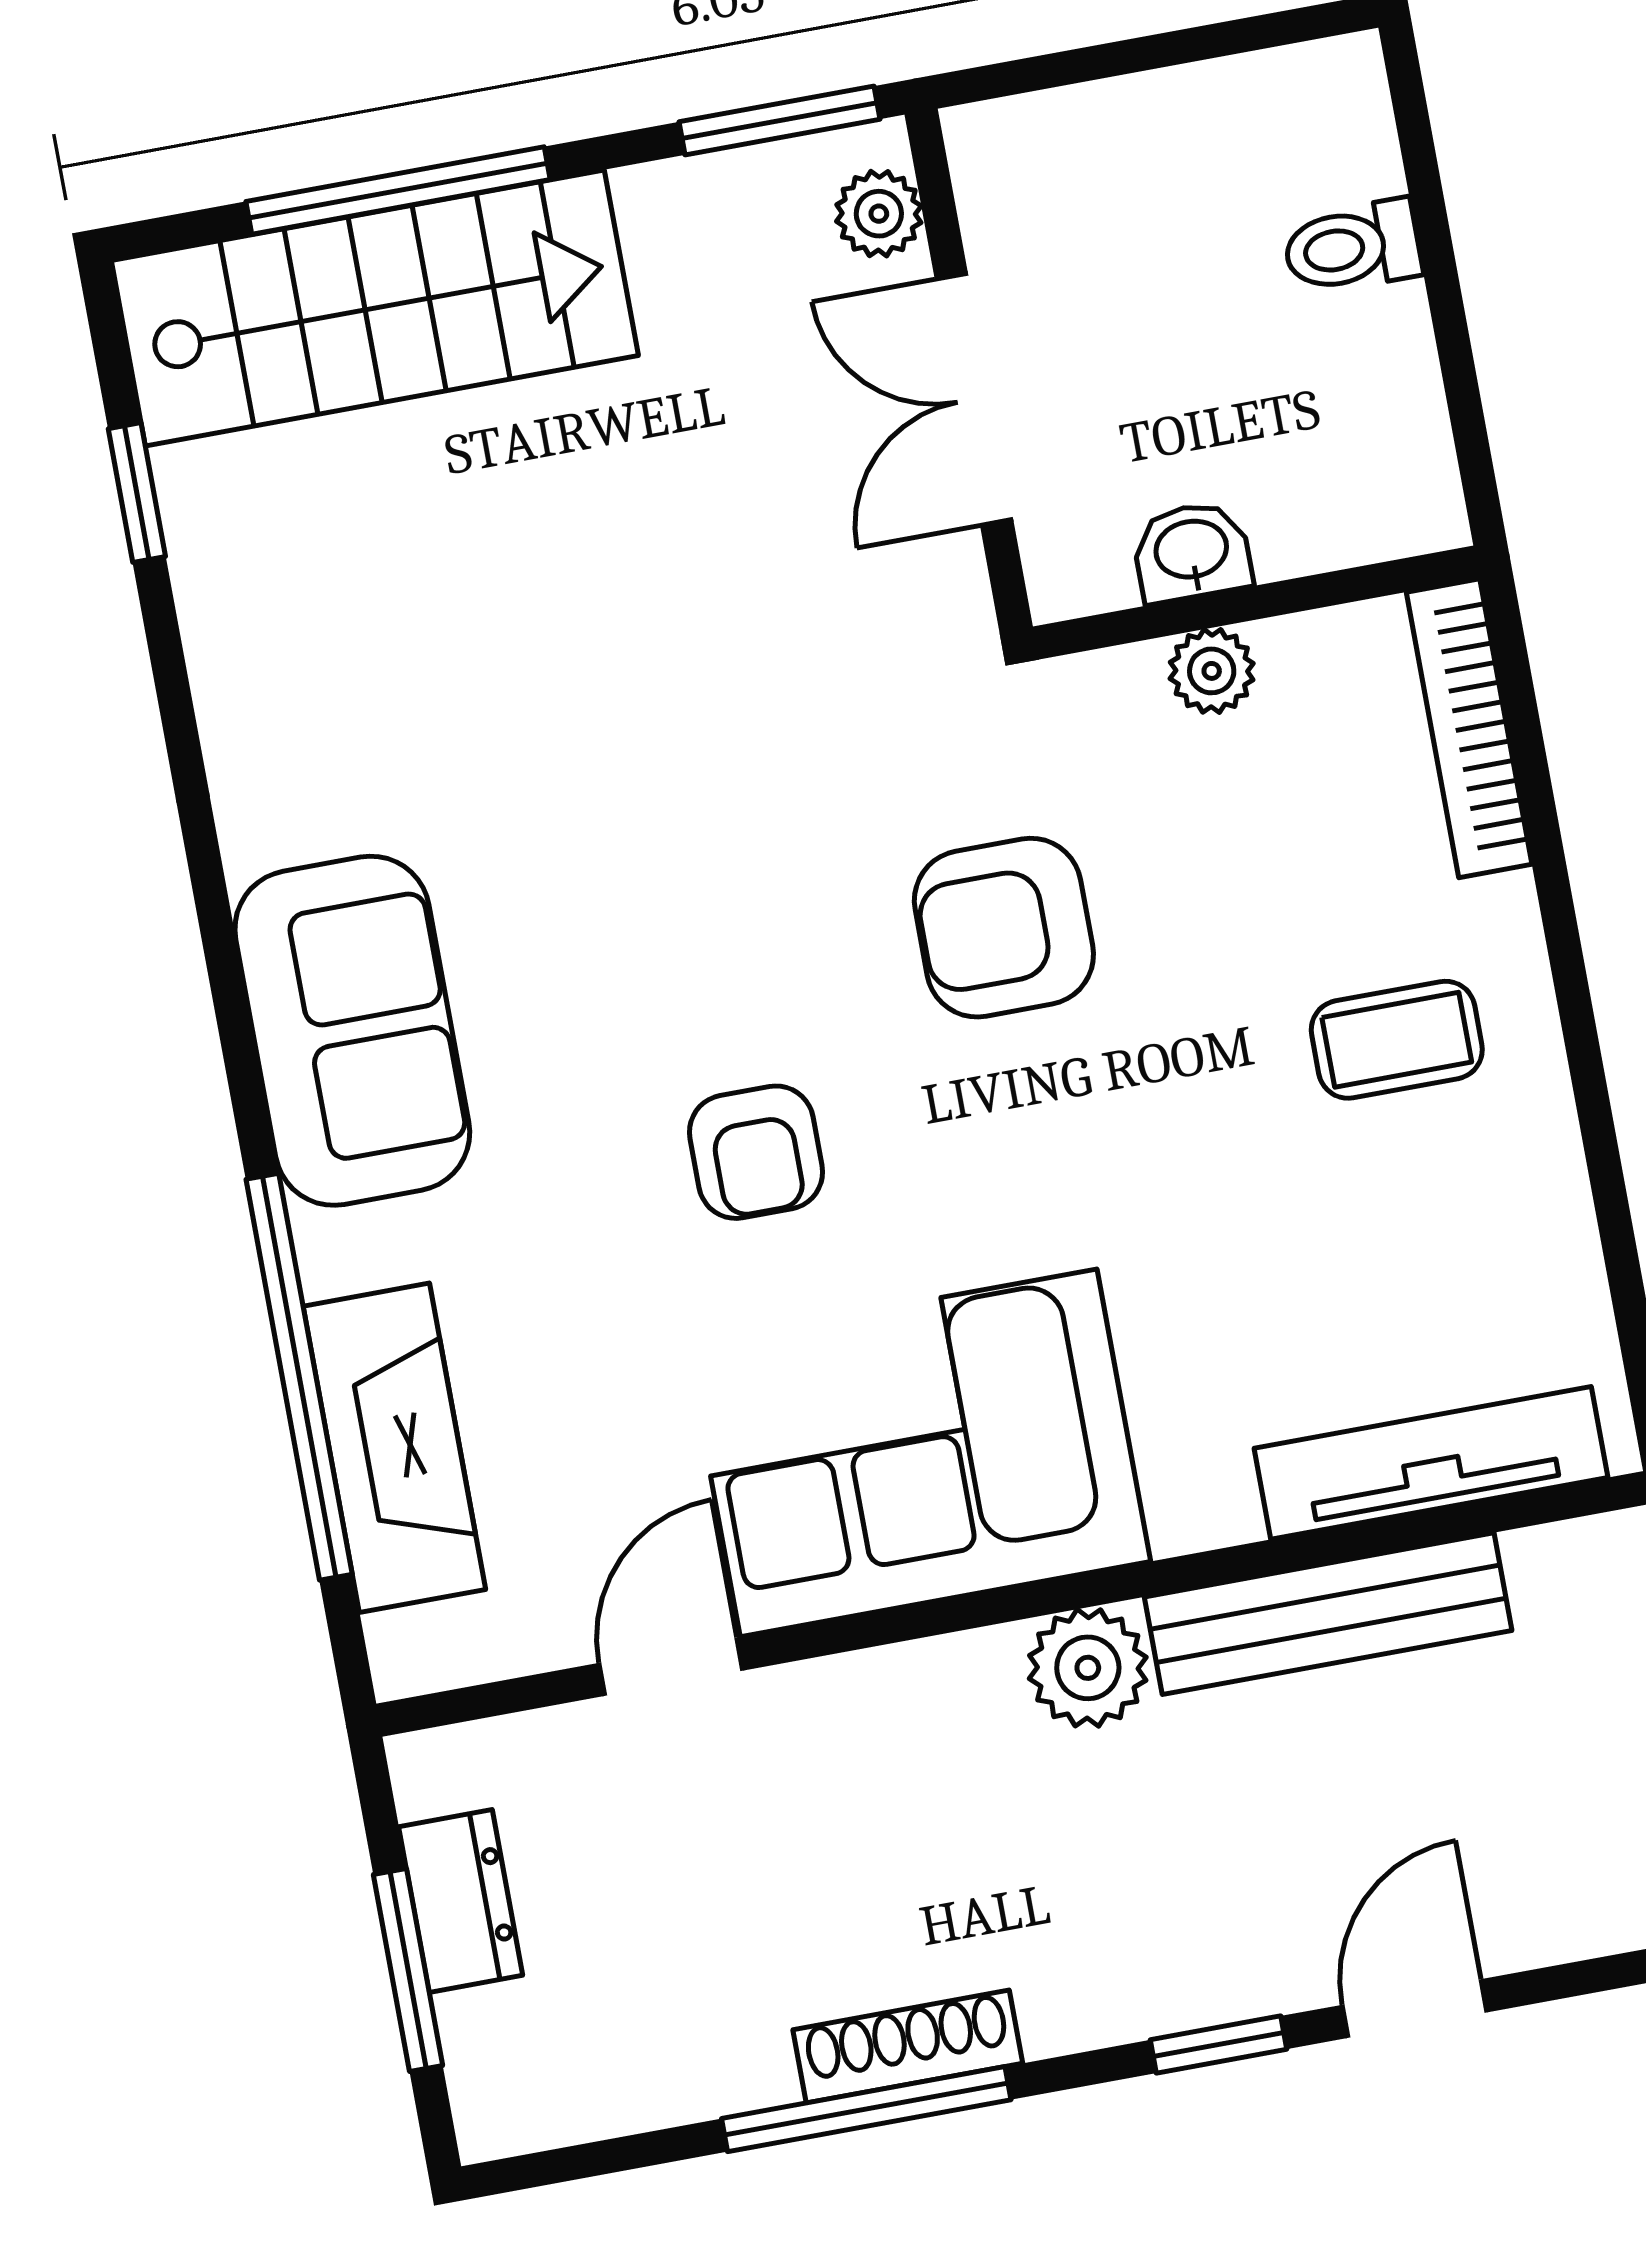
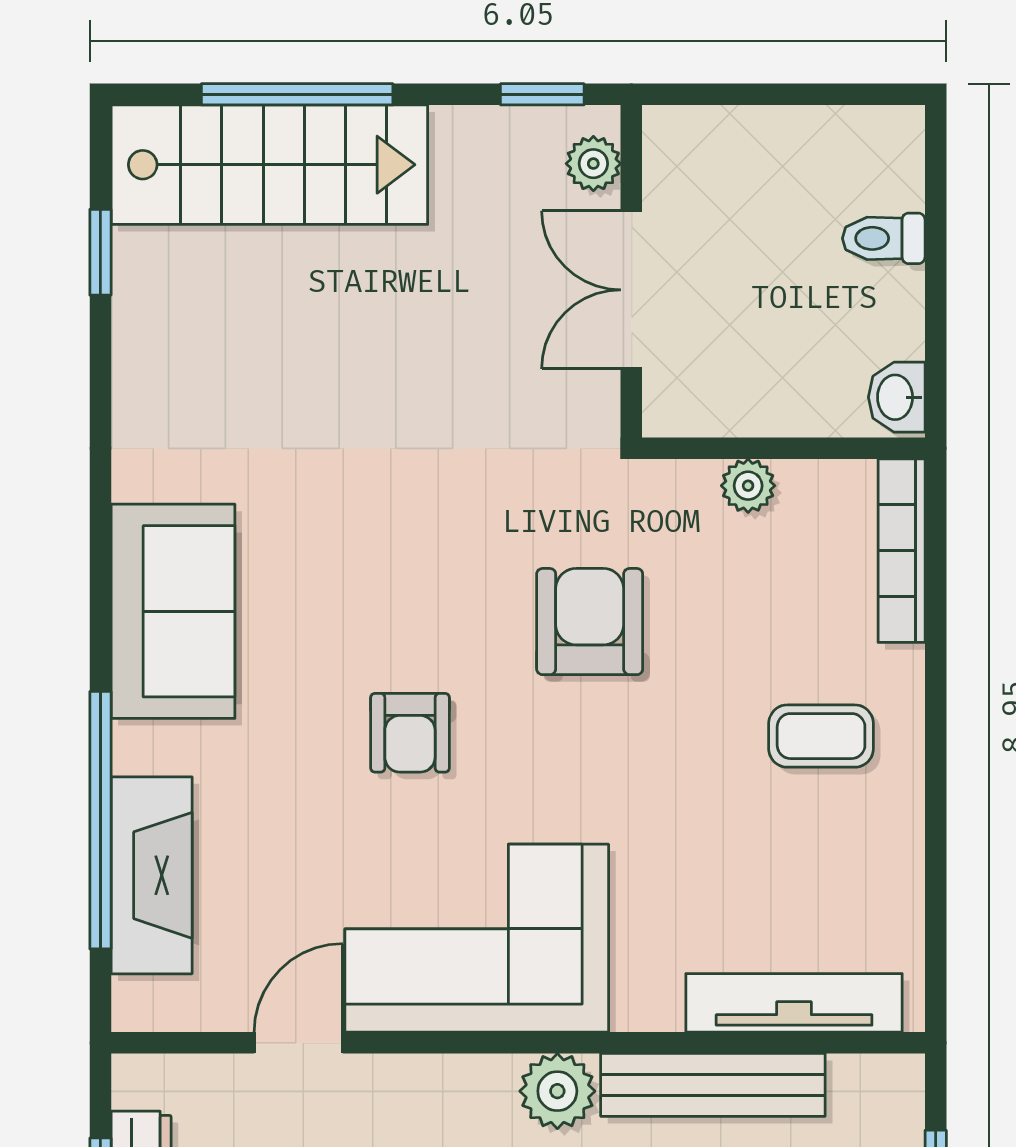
window: (780, 121) -> (542, 94), width x0.67
washbasin: (1192, 552) -> (897, 397), moved, turned -90
armchair: (1004, 928) -> (590, 622), turned 90

